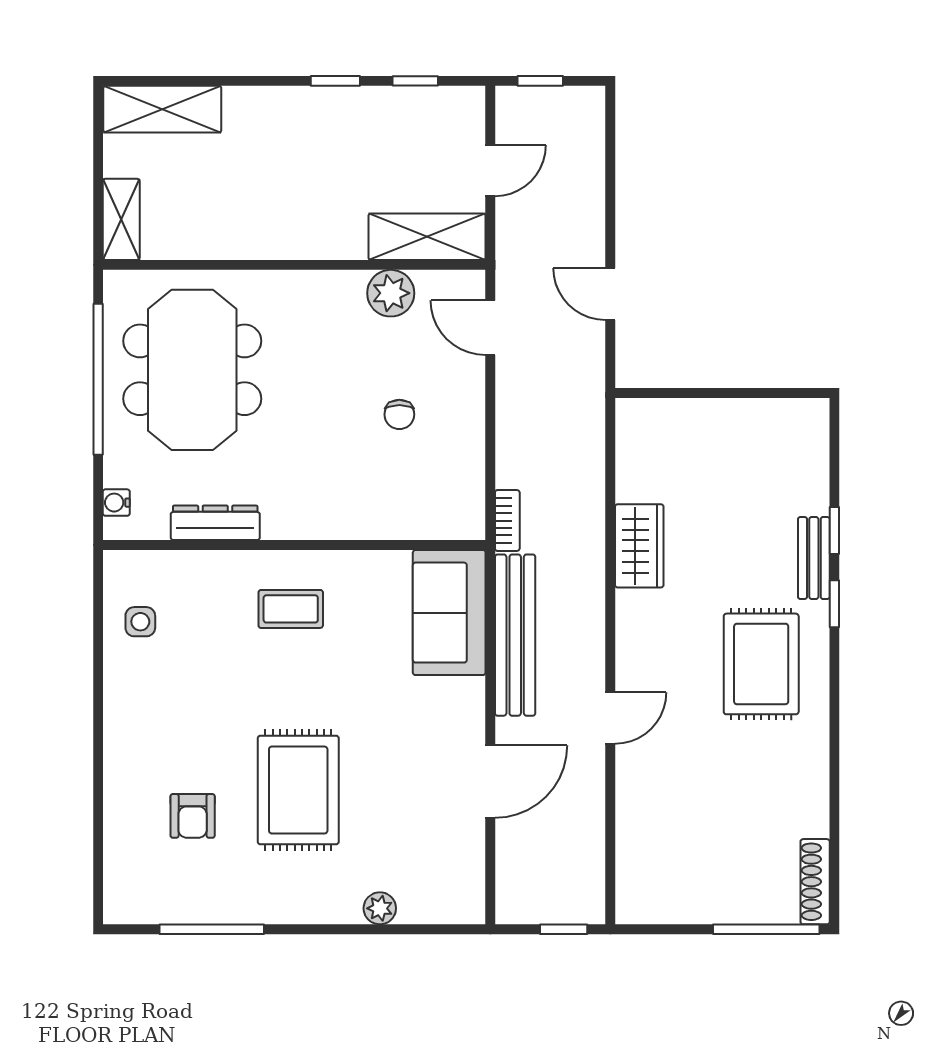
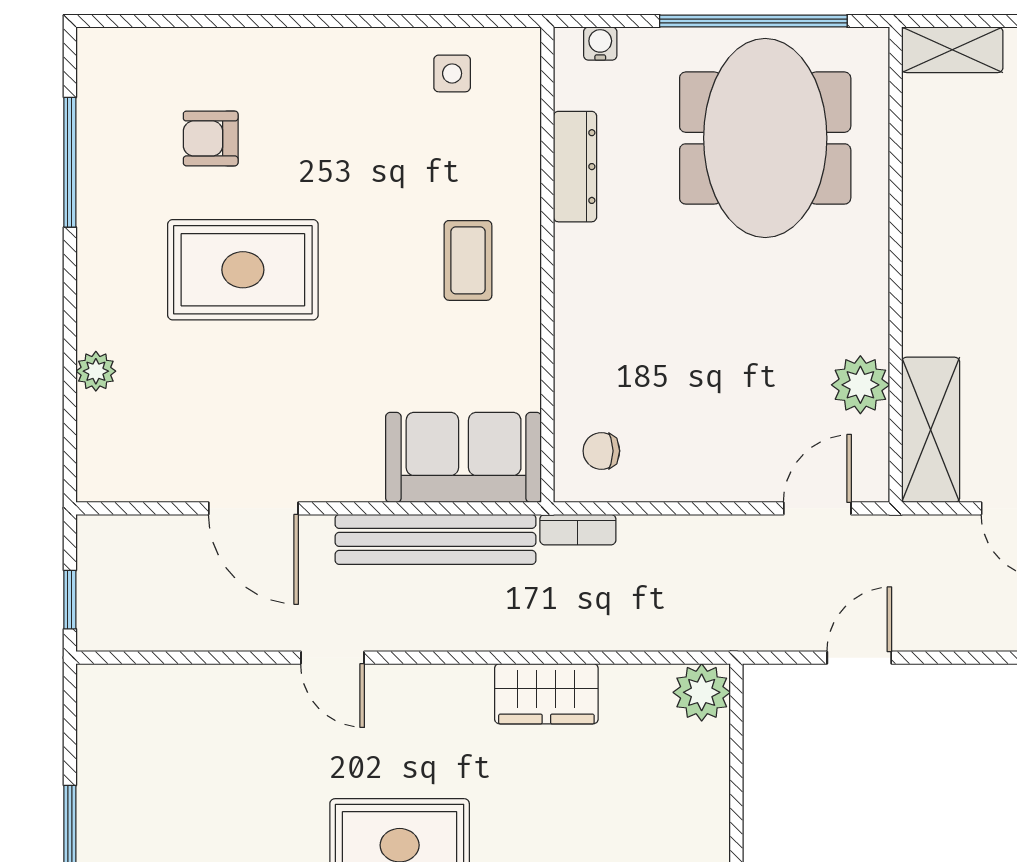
meeting table: (192, 370) -> (765, 138), turned 90
chair: (399, 414) -> (601, 451), moved
plant: (638, 421) -> (702, 692), added

